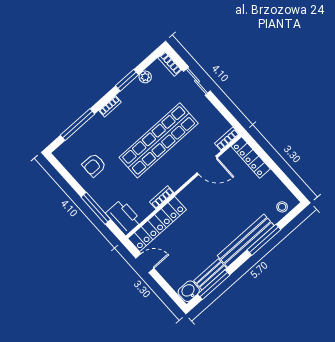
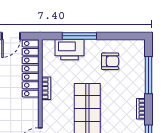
armchair: (94, 165) -> (110, 61), turned 90
printer: (124, 217) -> (69, 50), moved

